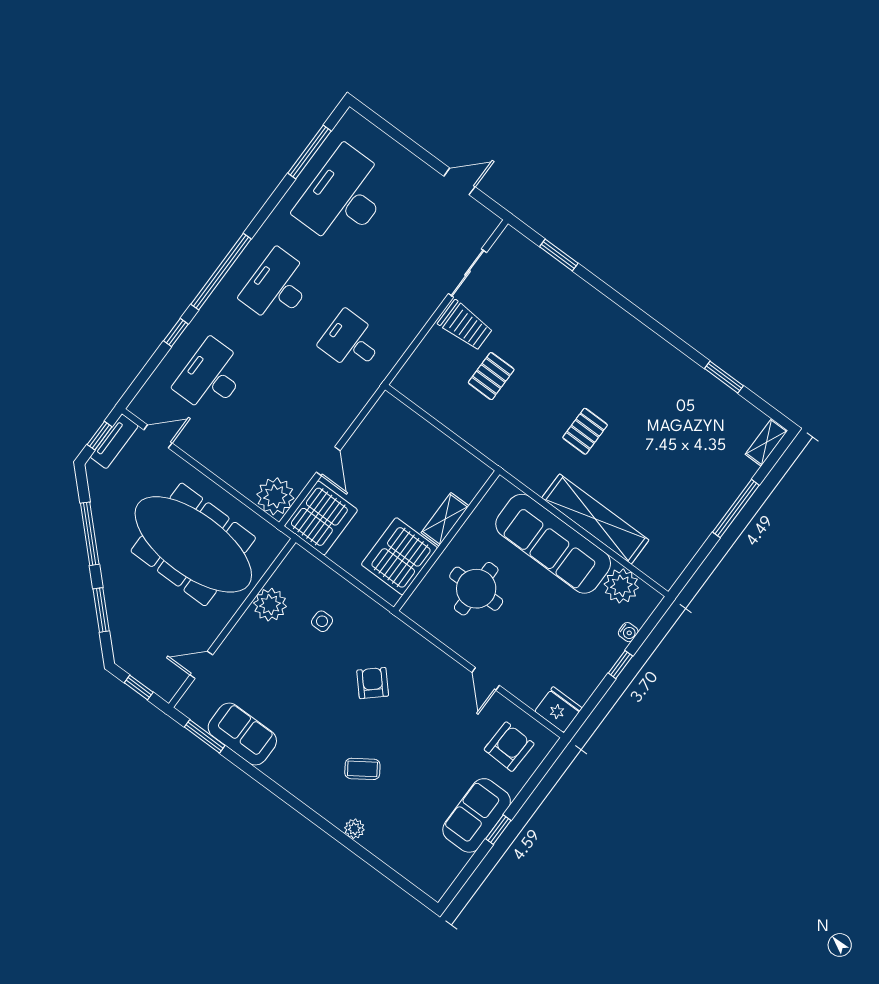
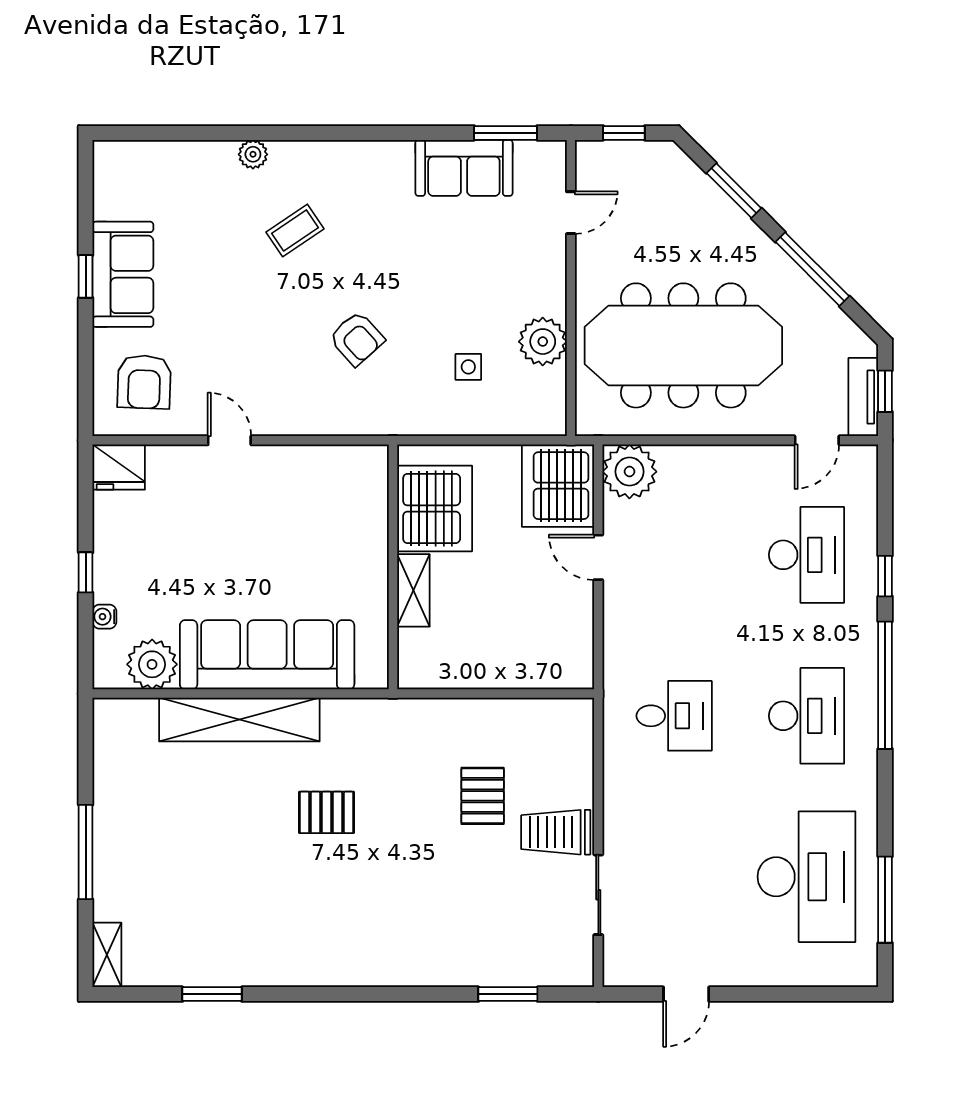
pallet: (585, 431) -> (327, 812), turned 90
round table: (476, 589) -> (318, 537), removed

